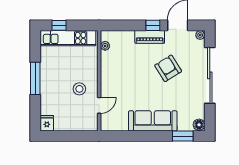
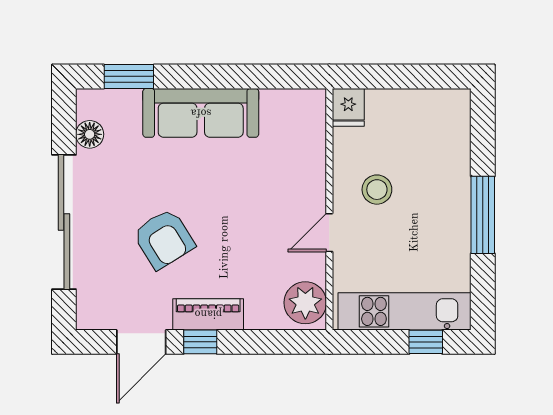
plant: (200, 35) -> (87, 319), removed
plant: (105, 46) -> (305, 303), width x1.87, depth x1.87
door: (99, 105) -> (329, 233), moved
fridge: (47, 123) -> (348, 107), moved
floor lamp: (199, 125) -> (90, 134), moved

